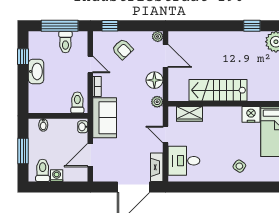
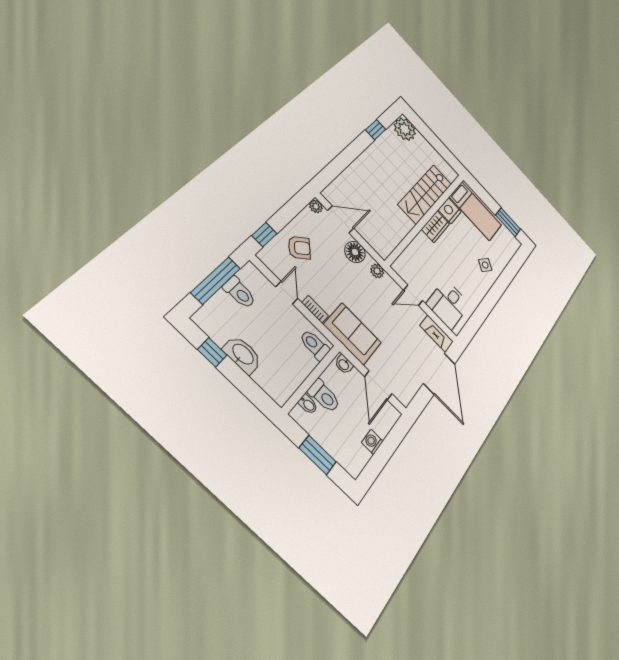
door: (90, 64) -> (287, 293), hinge flipped
stairs: (218, 90) -> (425, 194), moved
wardrobe: (190, 114) -> (435, 227), moved
toilet: (43, 170) -> (324, 396), moved, turned 180

